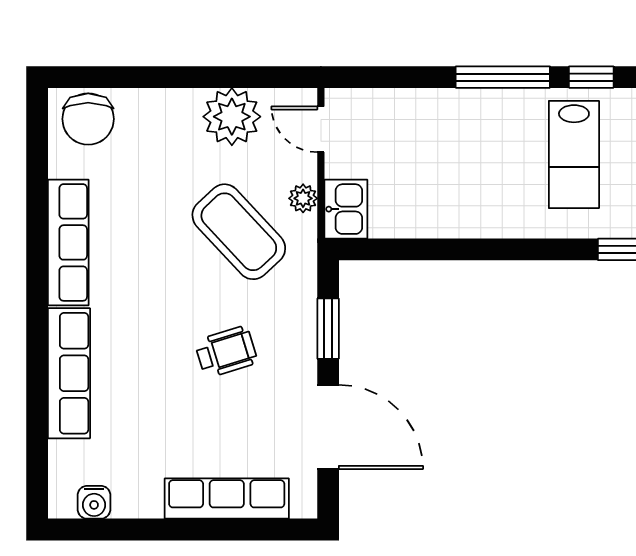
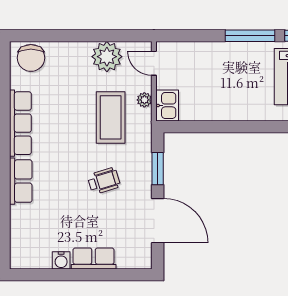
coffee table: (239, 232) -> (111, 117), turned 43
row of seats: (69, 373) -> (21, 181), width x0.68
row of seats: (227, 499) -> (94, 258), width x0.68
water cooler: (94, 502) -> (61, 260), moved

